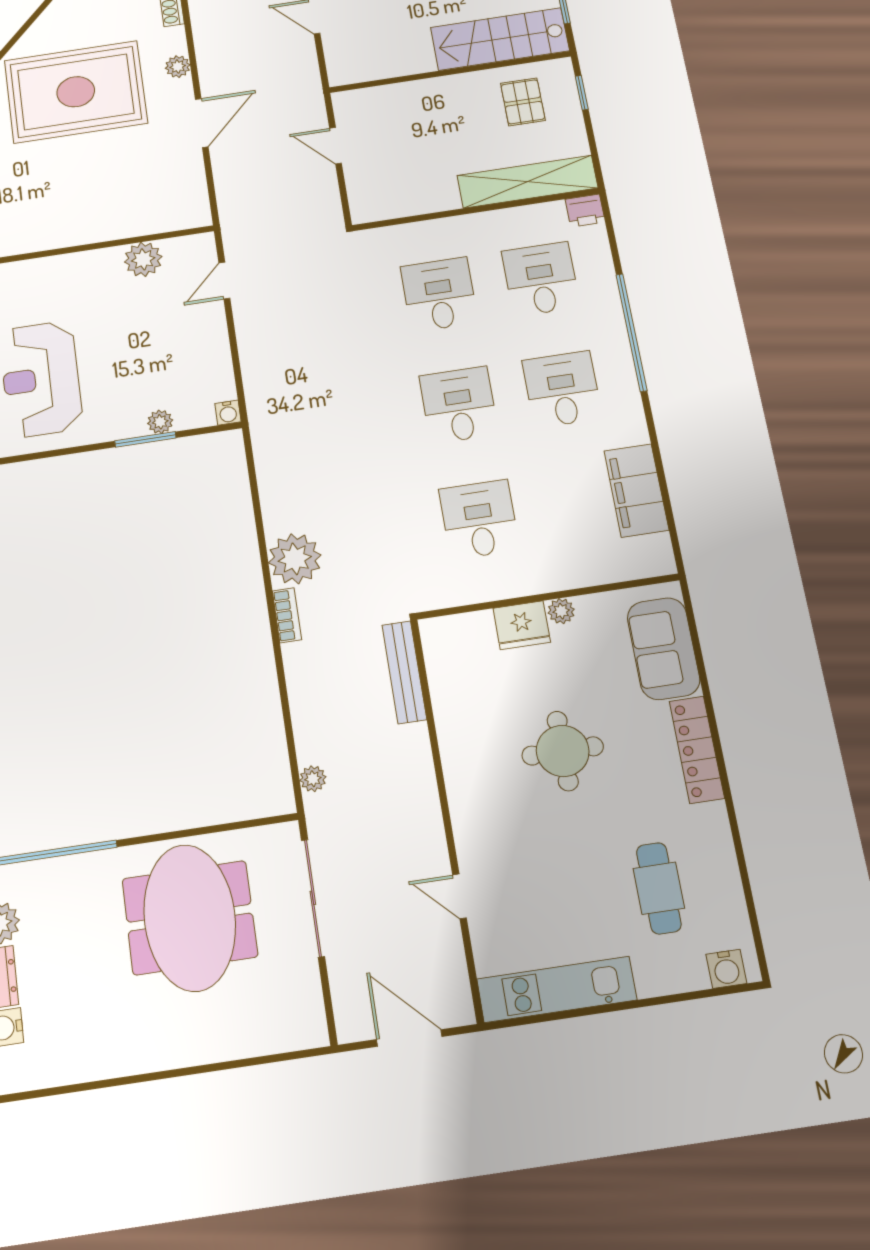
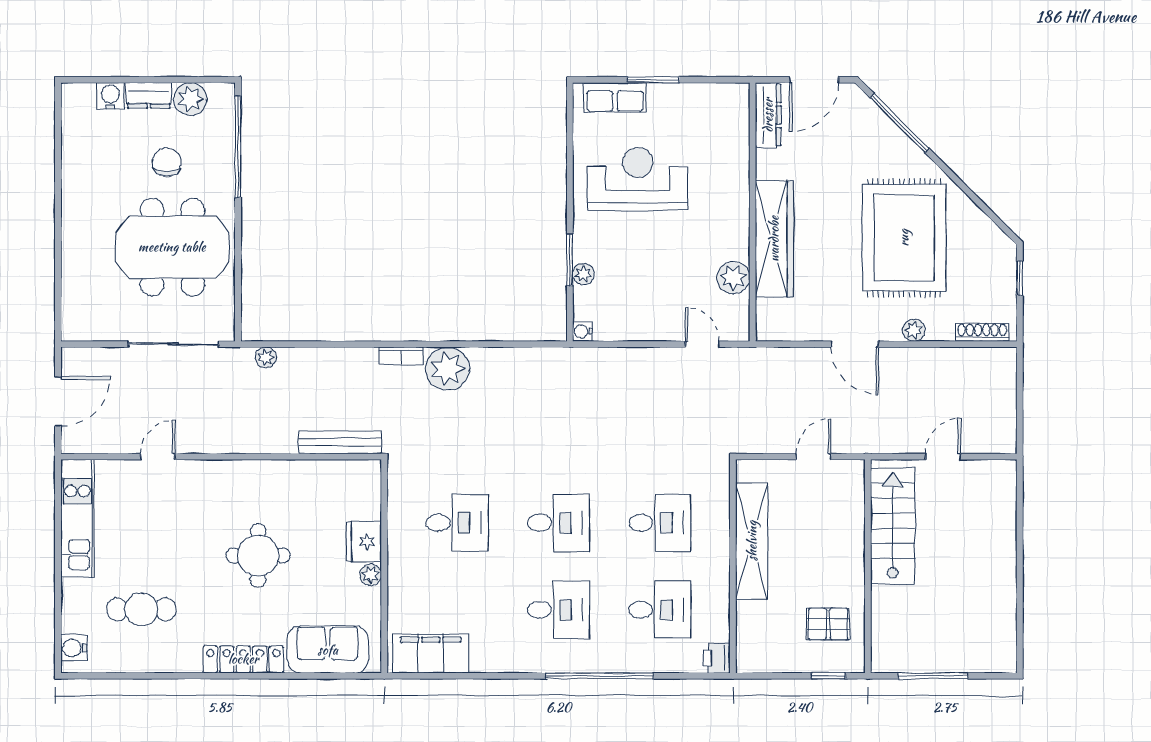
stairs: (500, 39) -> (893, 526), moved
shelving: (527, 182) -> (752, 541), moved
wardrobe: (93, 223) -> (774, 239), added
filing cabinet: (636, 490) -> (431, 653), moved
chair: (82, 941) -> (167, 162), added

